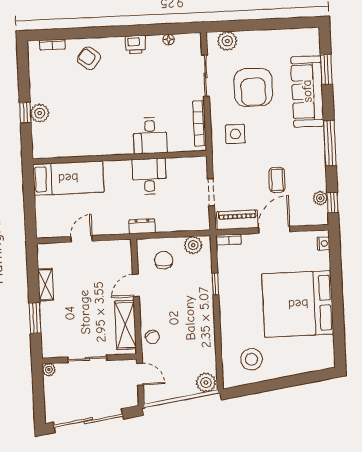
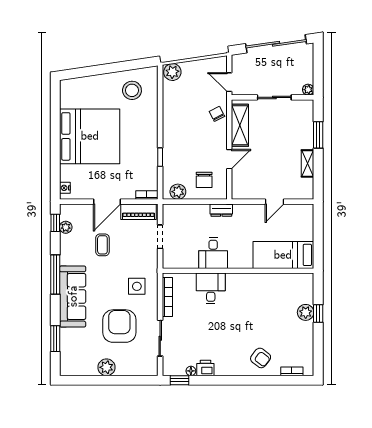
window: (181, 28) -> (179, 380), added
plant: (227, 41) -> (107, 367), moved
printer: (135, 45) -> (205, 368), moved
sofa: (307, 91) -> (73, 296), moved

